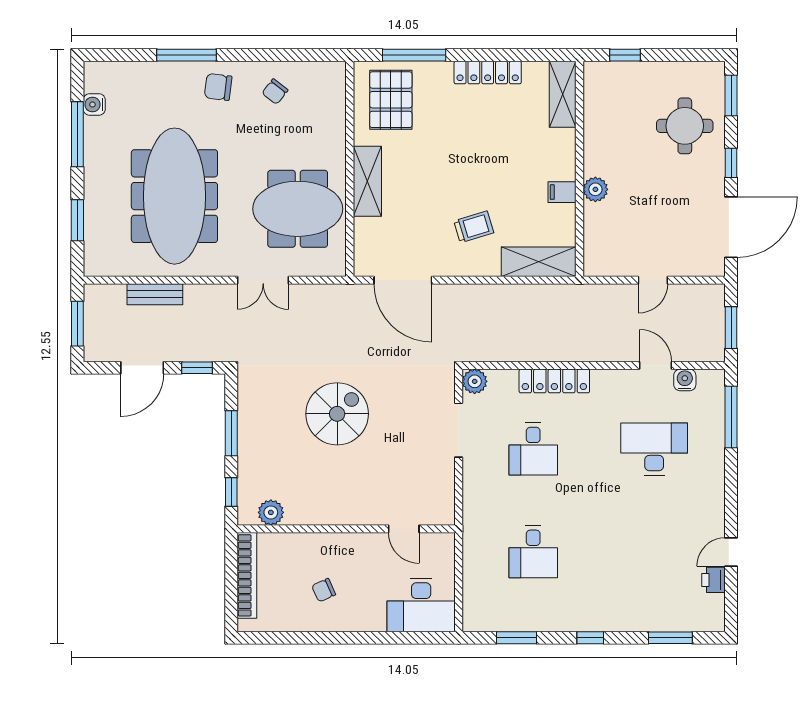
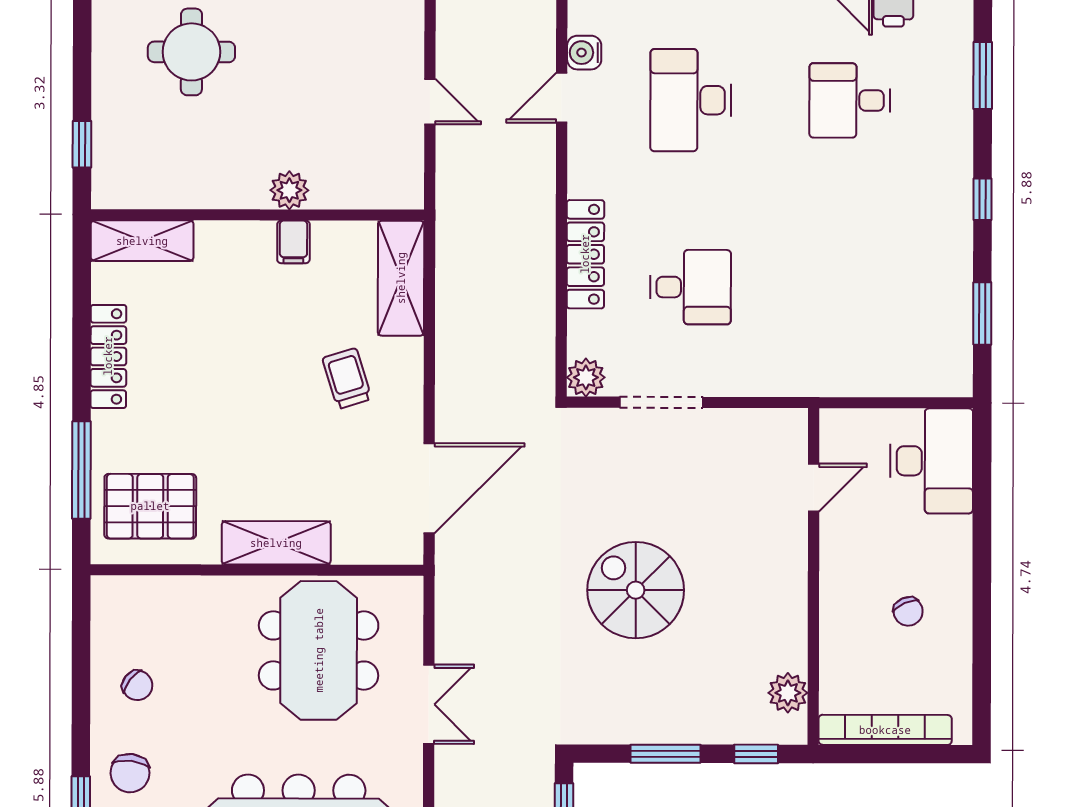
desk: (533, 552) -> (850, 100), moved, turned 180

